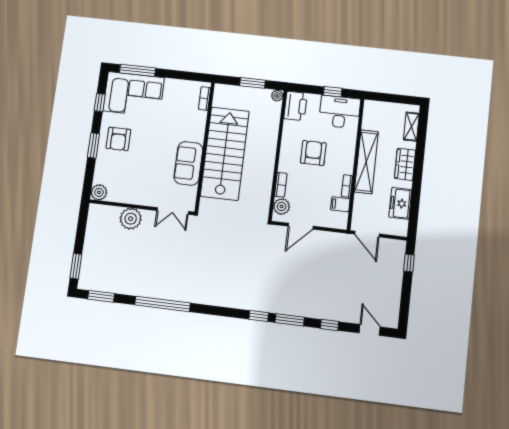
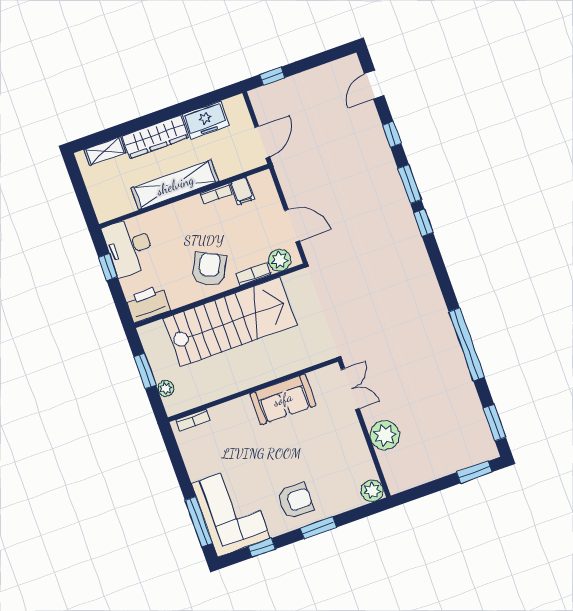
plant: (277, 96) -> (166, 388), moved
armchair: (313, 153) -> (209, 269), moved, turned 117
stairs: (225, 154) -> (230, 322), moved, turned 180
wardrobe: (405, 164) -> (155, 137), width x1.50

